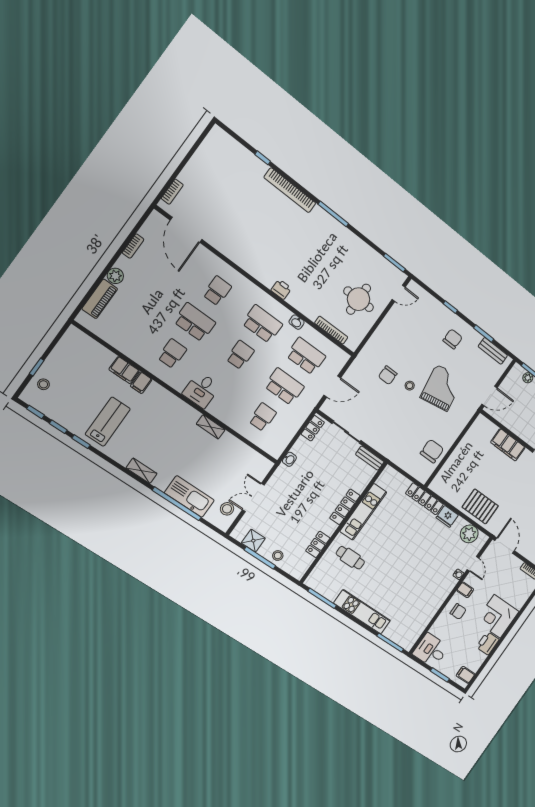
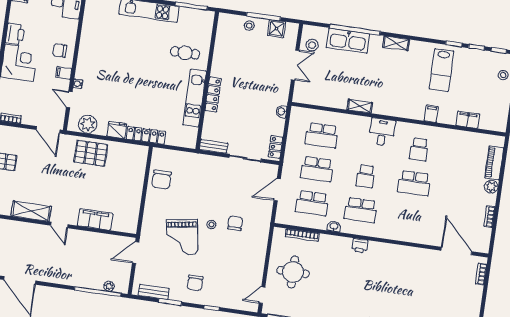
school desk: (217, 291) -> (409, 217), removed
filing cabinet: (124, 370) -> (468, 120), moved
school desk: (263, 417) -> (322, 135), width x1.85
locker: (318, 544) -> (220, 51), removed

